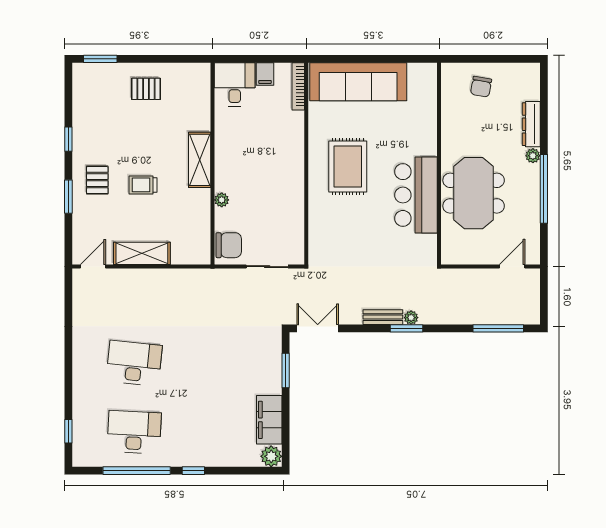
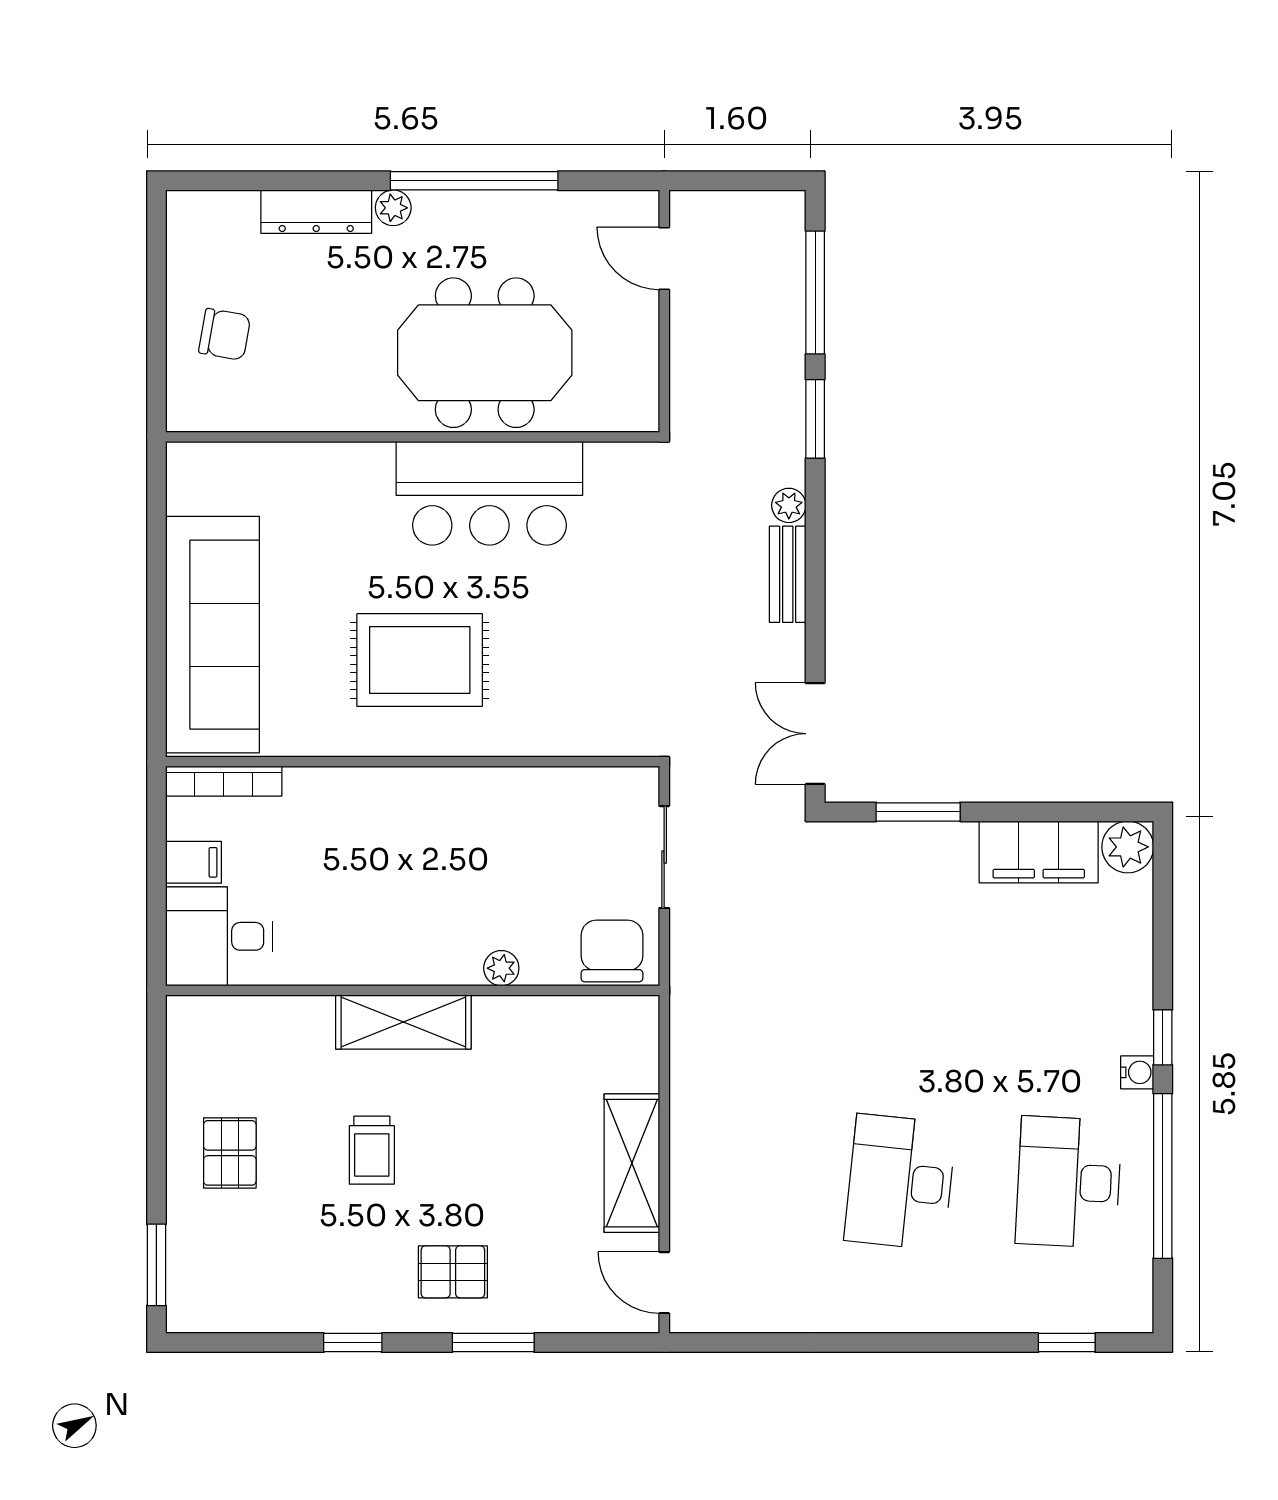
trolley: (143, 185) -> (372, 1150), moved
window: (407, 328) -> (815, 419), moved
water cooler: (179, 460) -> (1137, 1072), added

